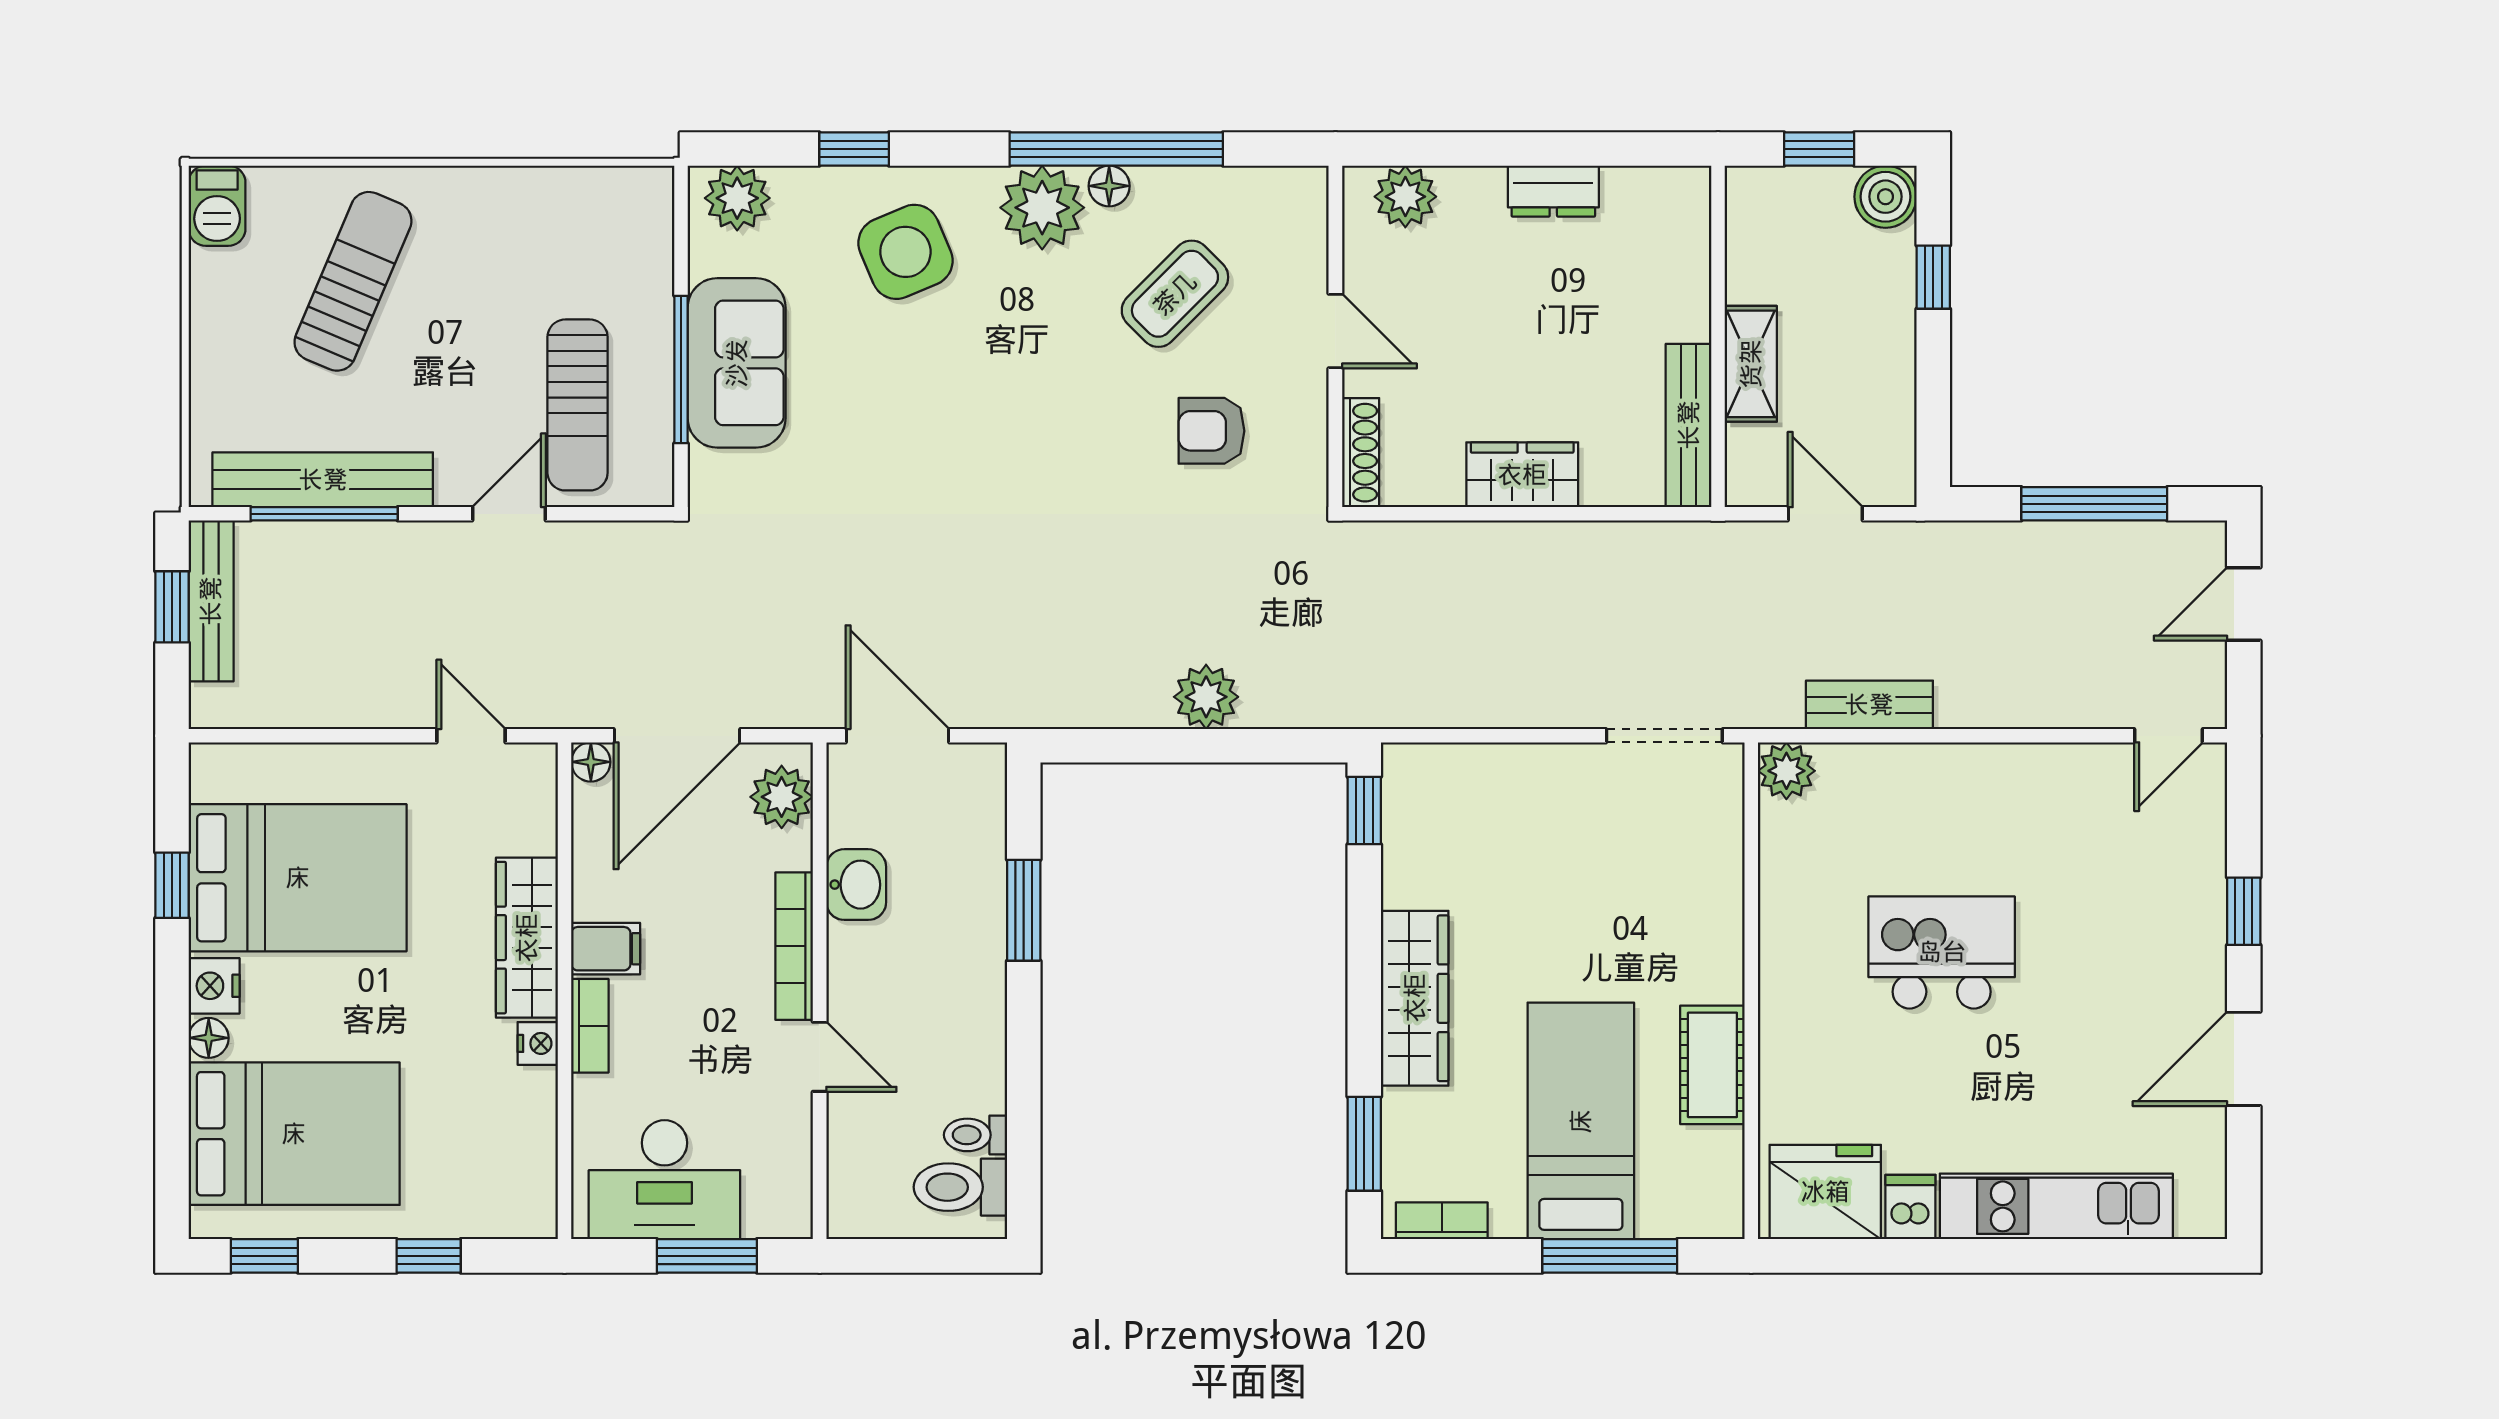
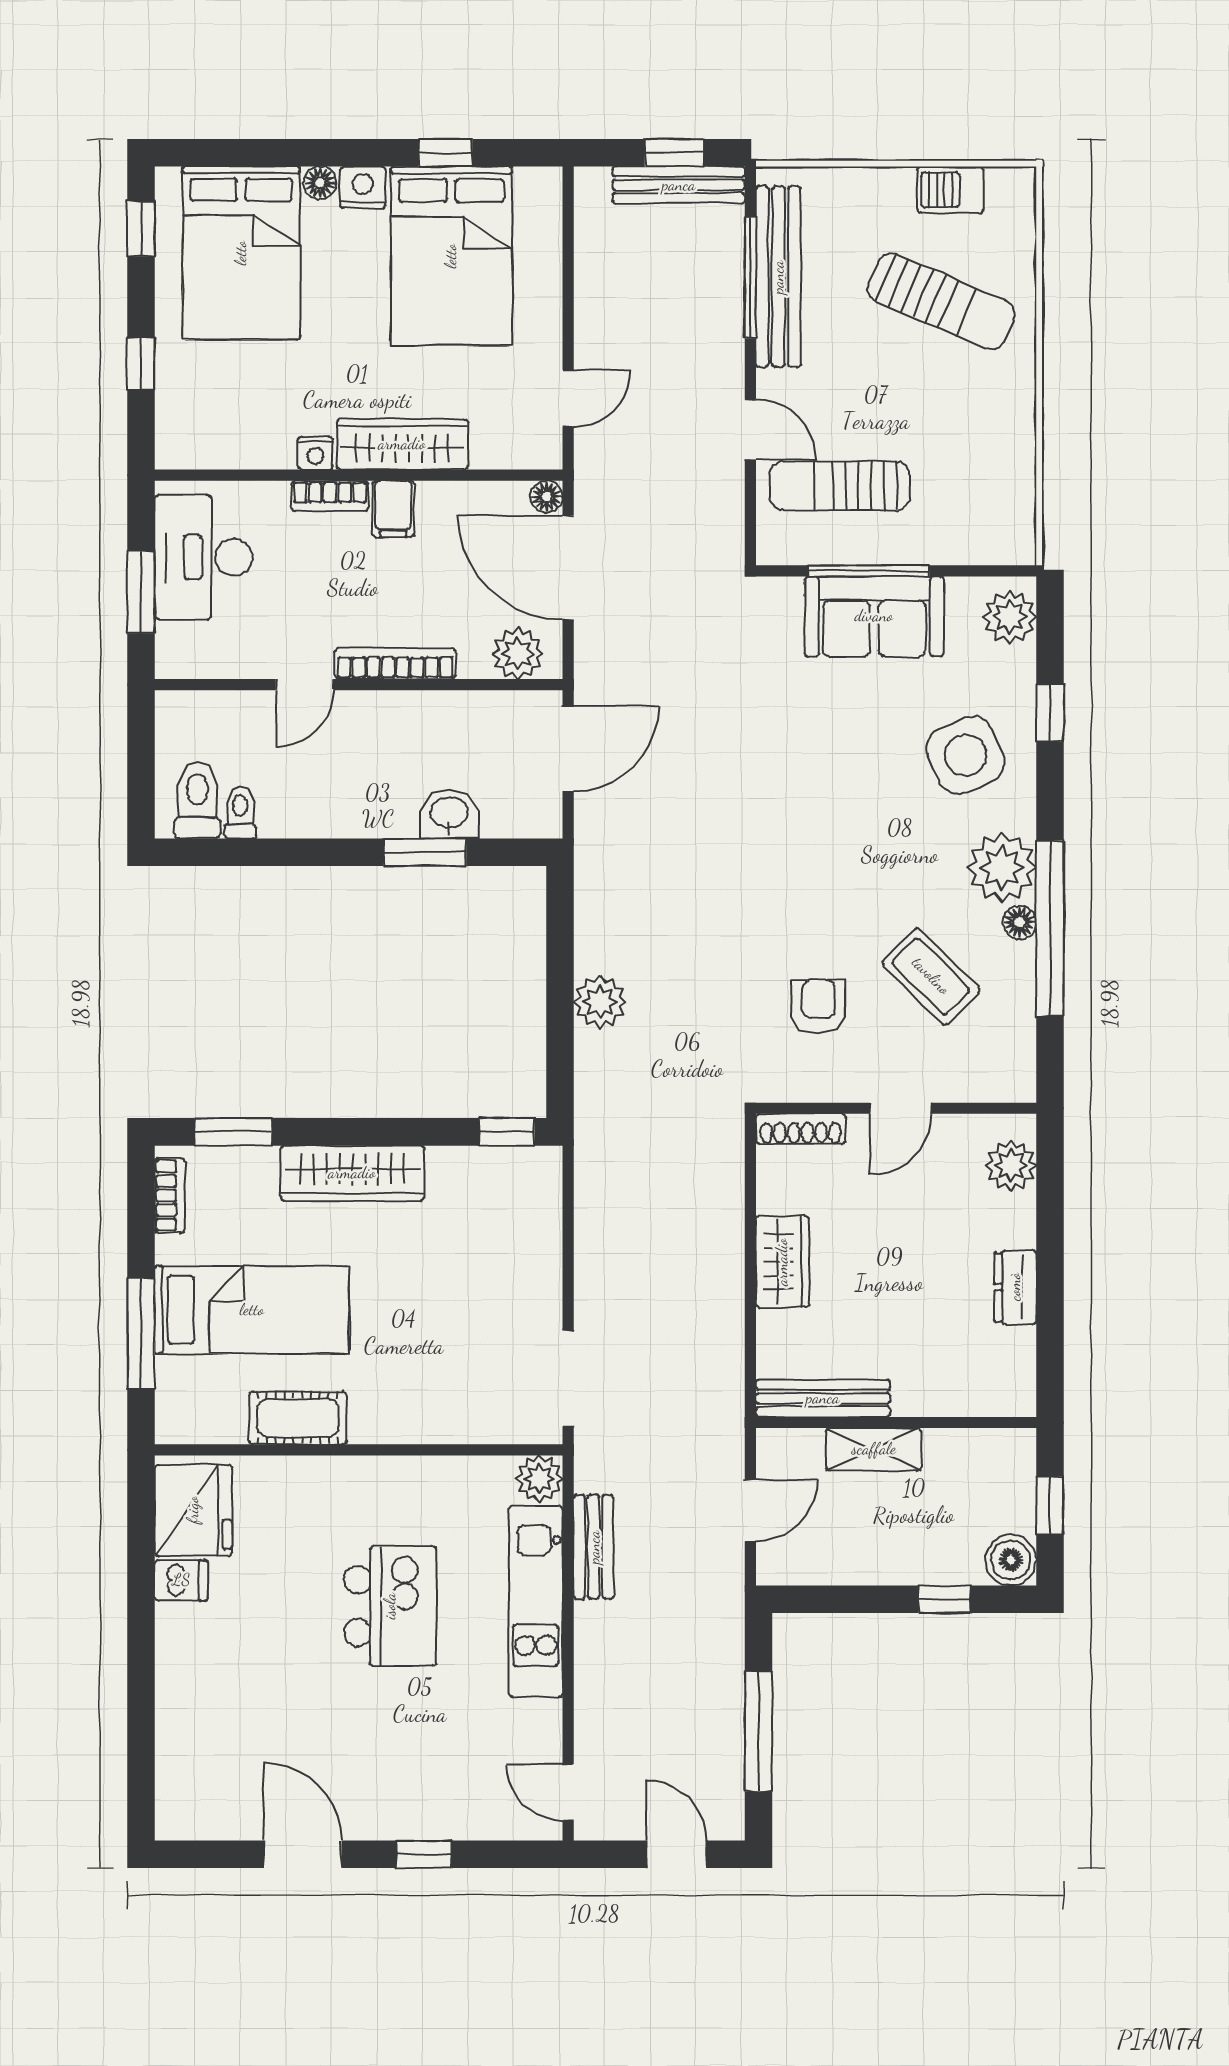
barbecue: (217, 206) -> (950, 190), moved
washbasin: (856, 885) -> (449, 814), moved, turned 180
kitchen unit: (2056, 1206) -> (536, 1601), moved, turned 180

